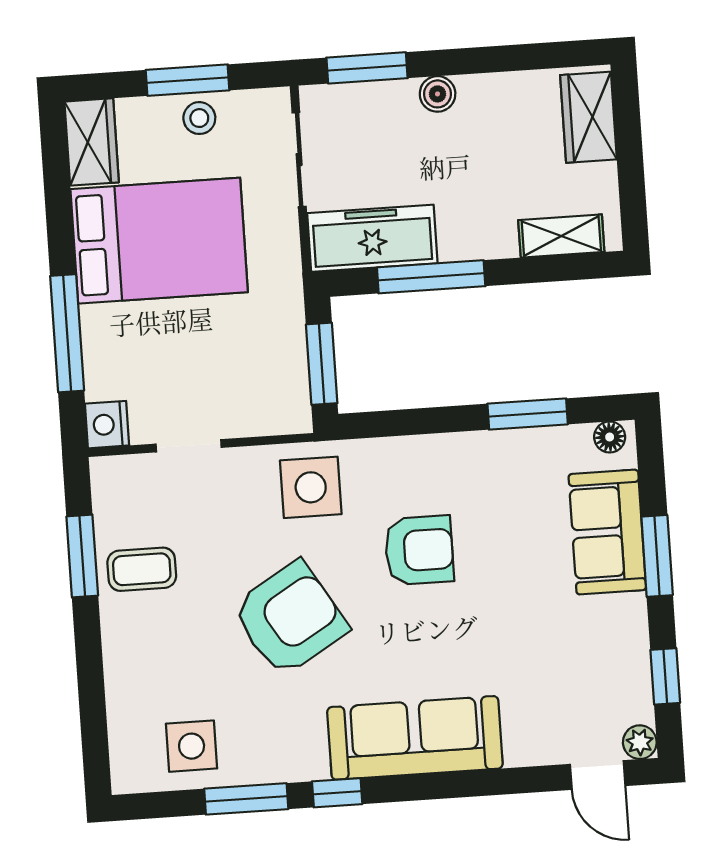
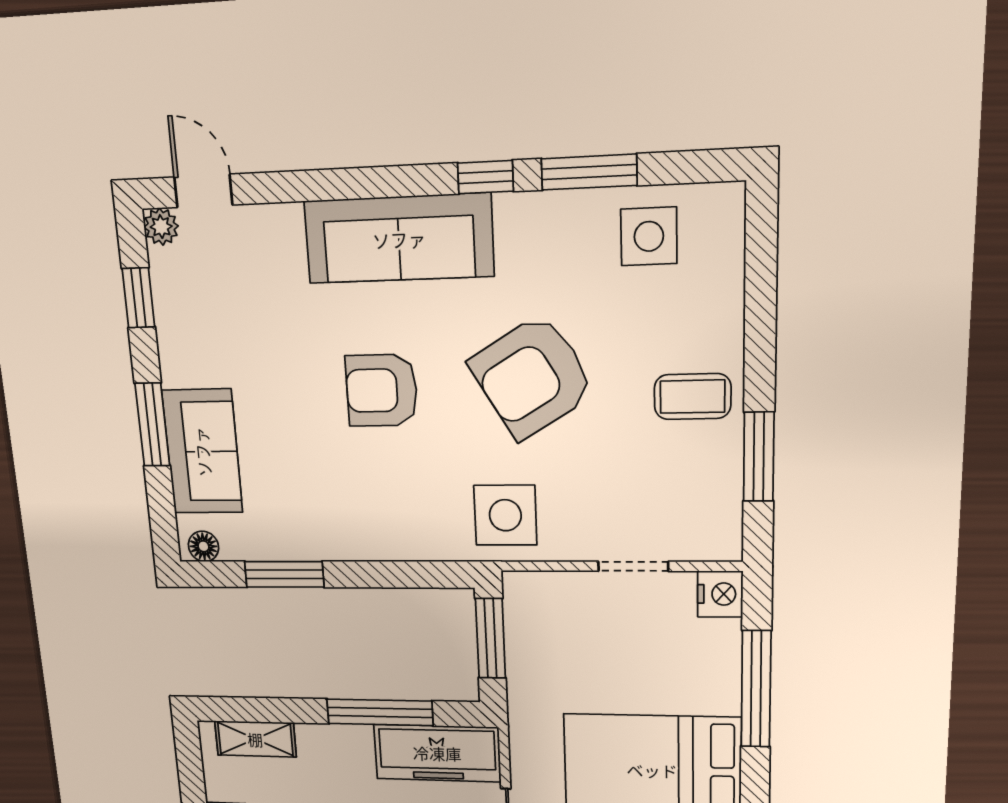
armchair: (419, 550) -> (382, 390), moved
coffee table: (142, 569) -> (693, 397), moved

